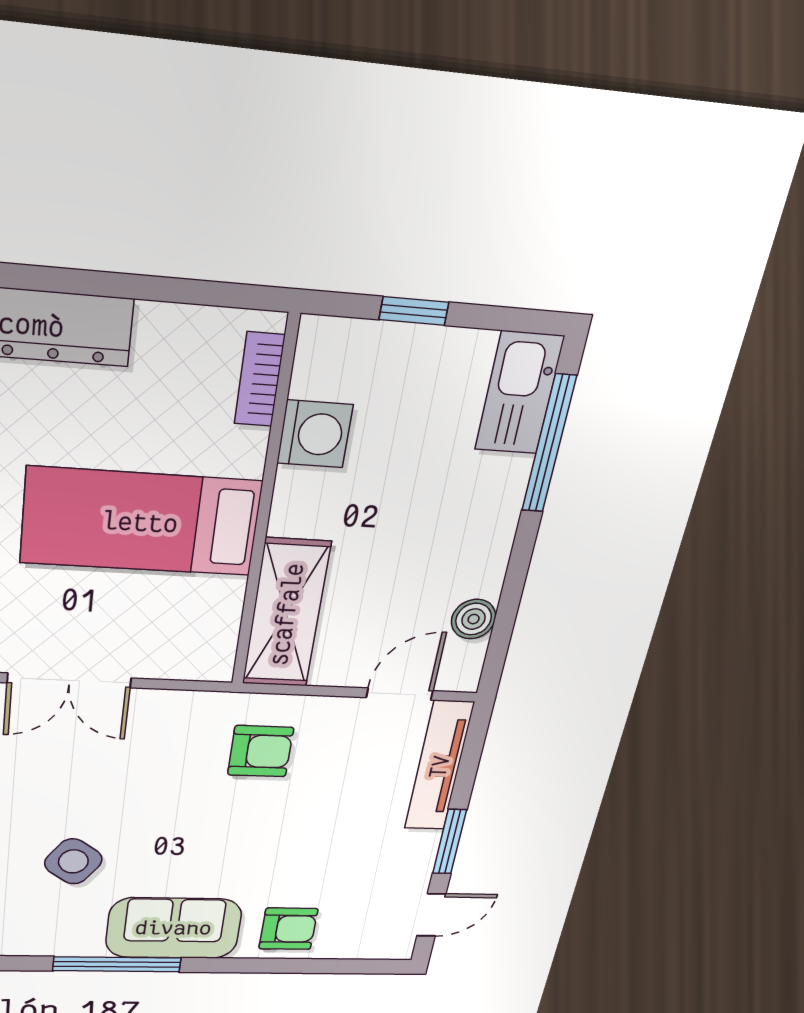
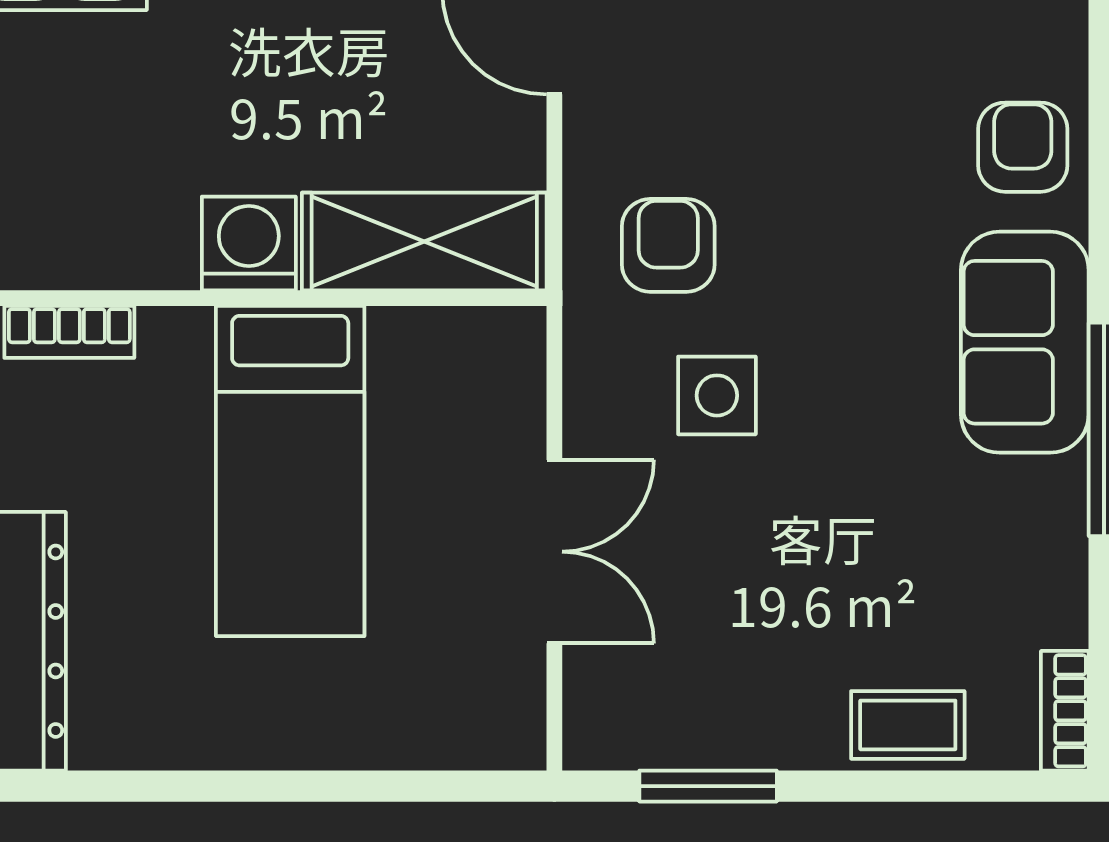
washing machine: (315, 434) -> (249, 243), moved
side table: (73, 861) -> (717, 395), moved, turned -36

